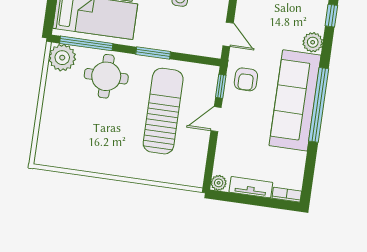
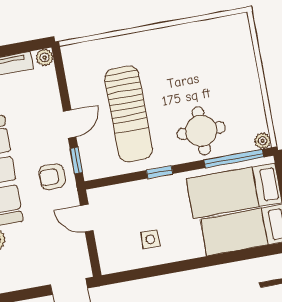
window: (153, 53) -> (160, 172), width x0.67
plant: (62, 58) -> (263, 141), width x0.53, depth x0.53
armchair: (246, 79) -> (52, 177), turned -90

